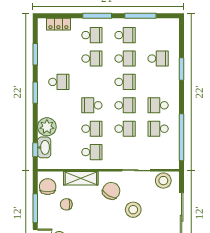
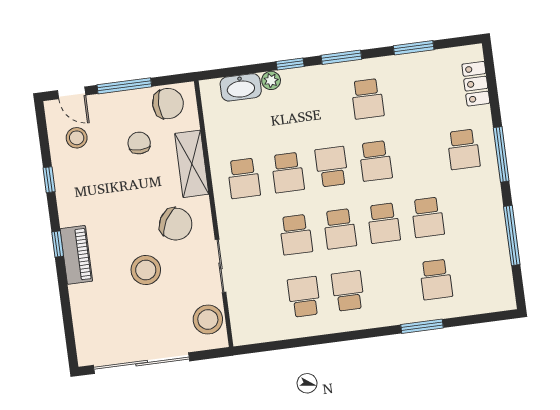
school desk: (125, 35) -> (472, 212), removed
school desk: (92, 59) -> (376, 161), moved
plant: (47, 127) -> (271, 80), width x0.53, depth x0.53
window: (182, 137) -> (294, 343), removed
window: (35, 150) -> (290, 64), moved

